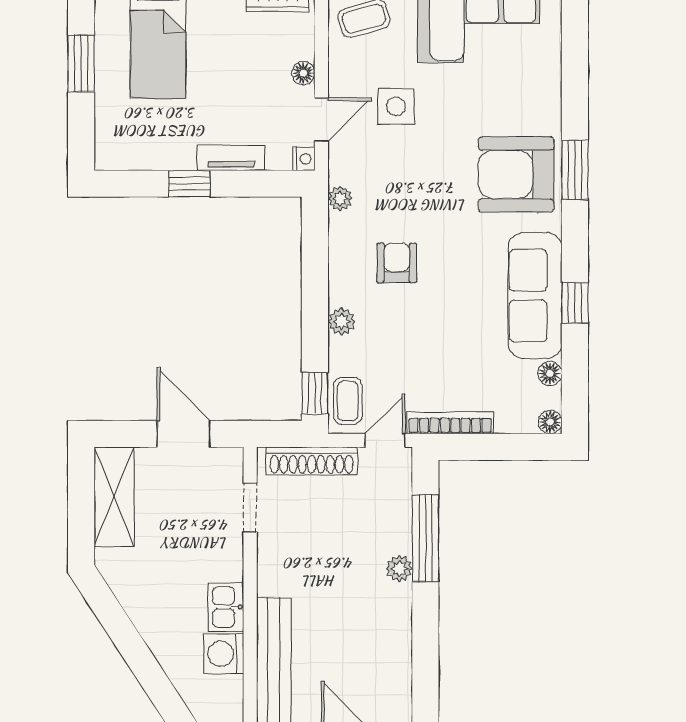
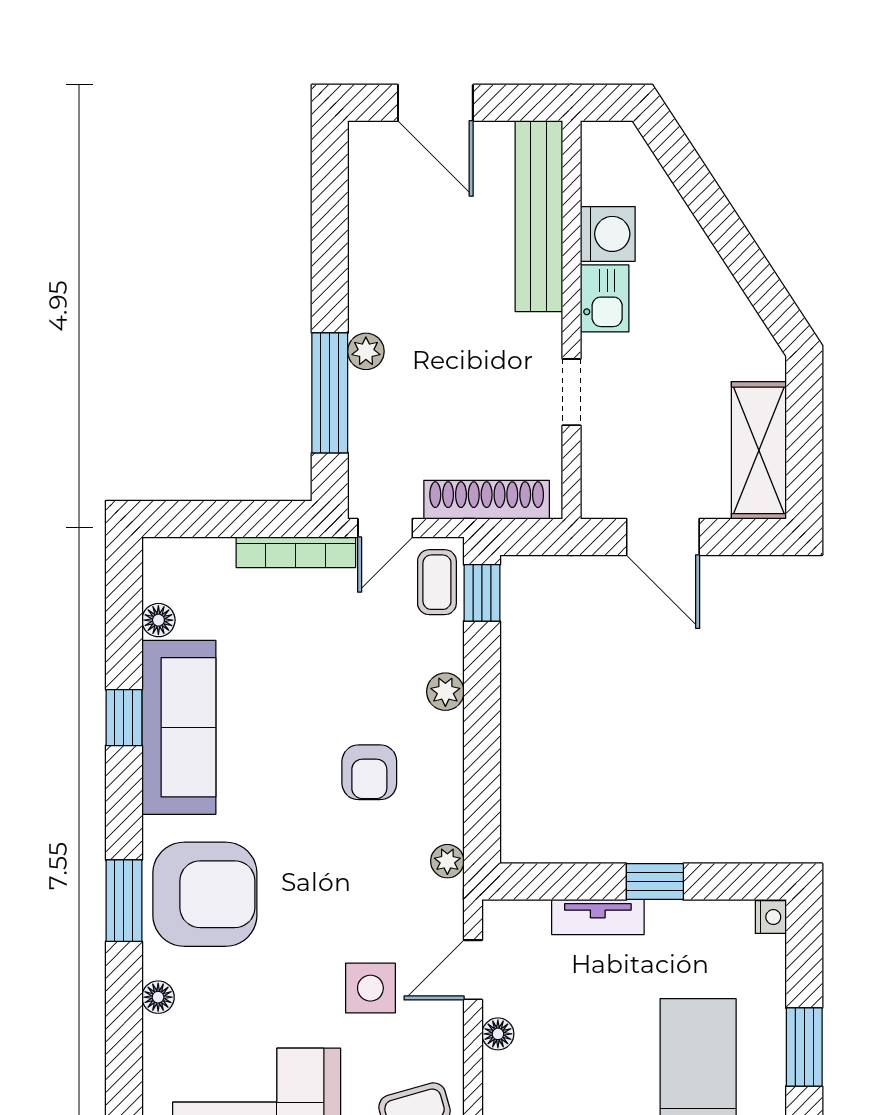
nightstand: (304, 159) -> (771, 917), moved, turned 180
floor lamp: (550, 422) -> (158, 997), moved
doorway: (250, 508) -> (571, 392), moved

